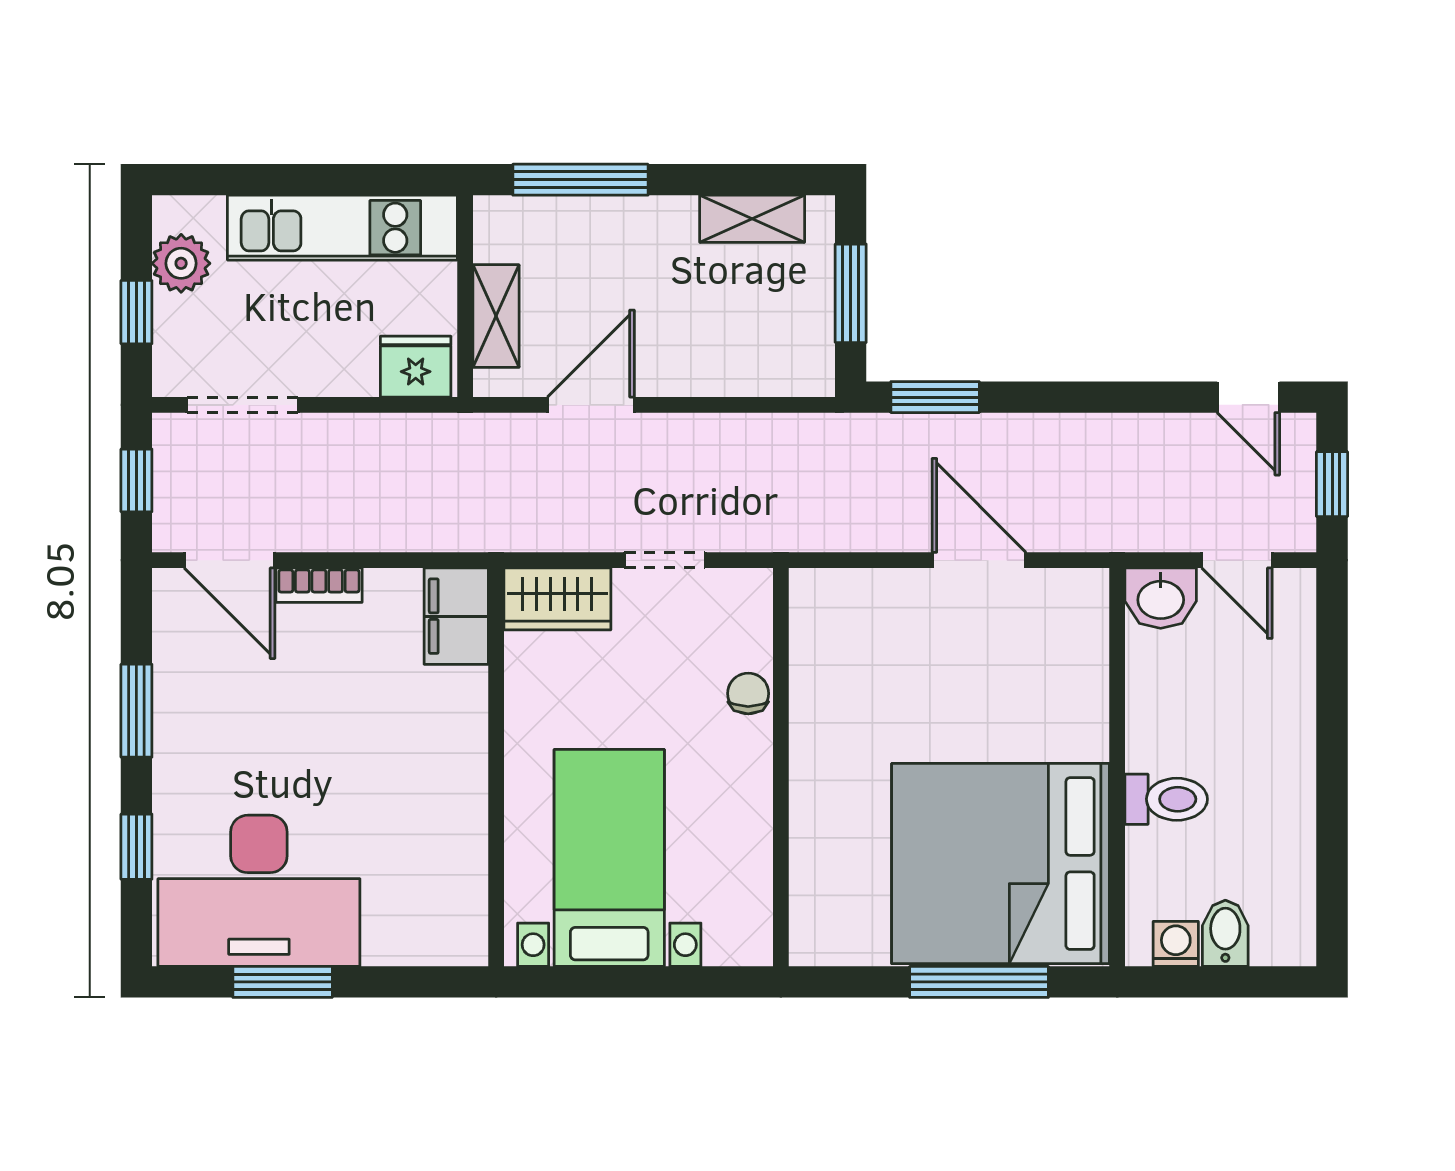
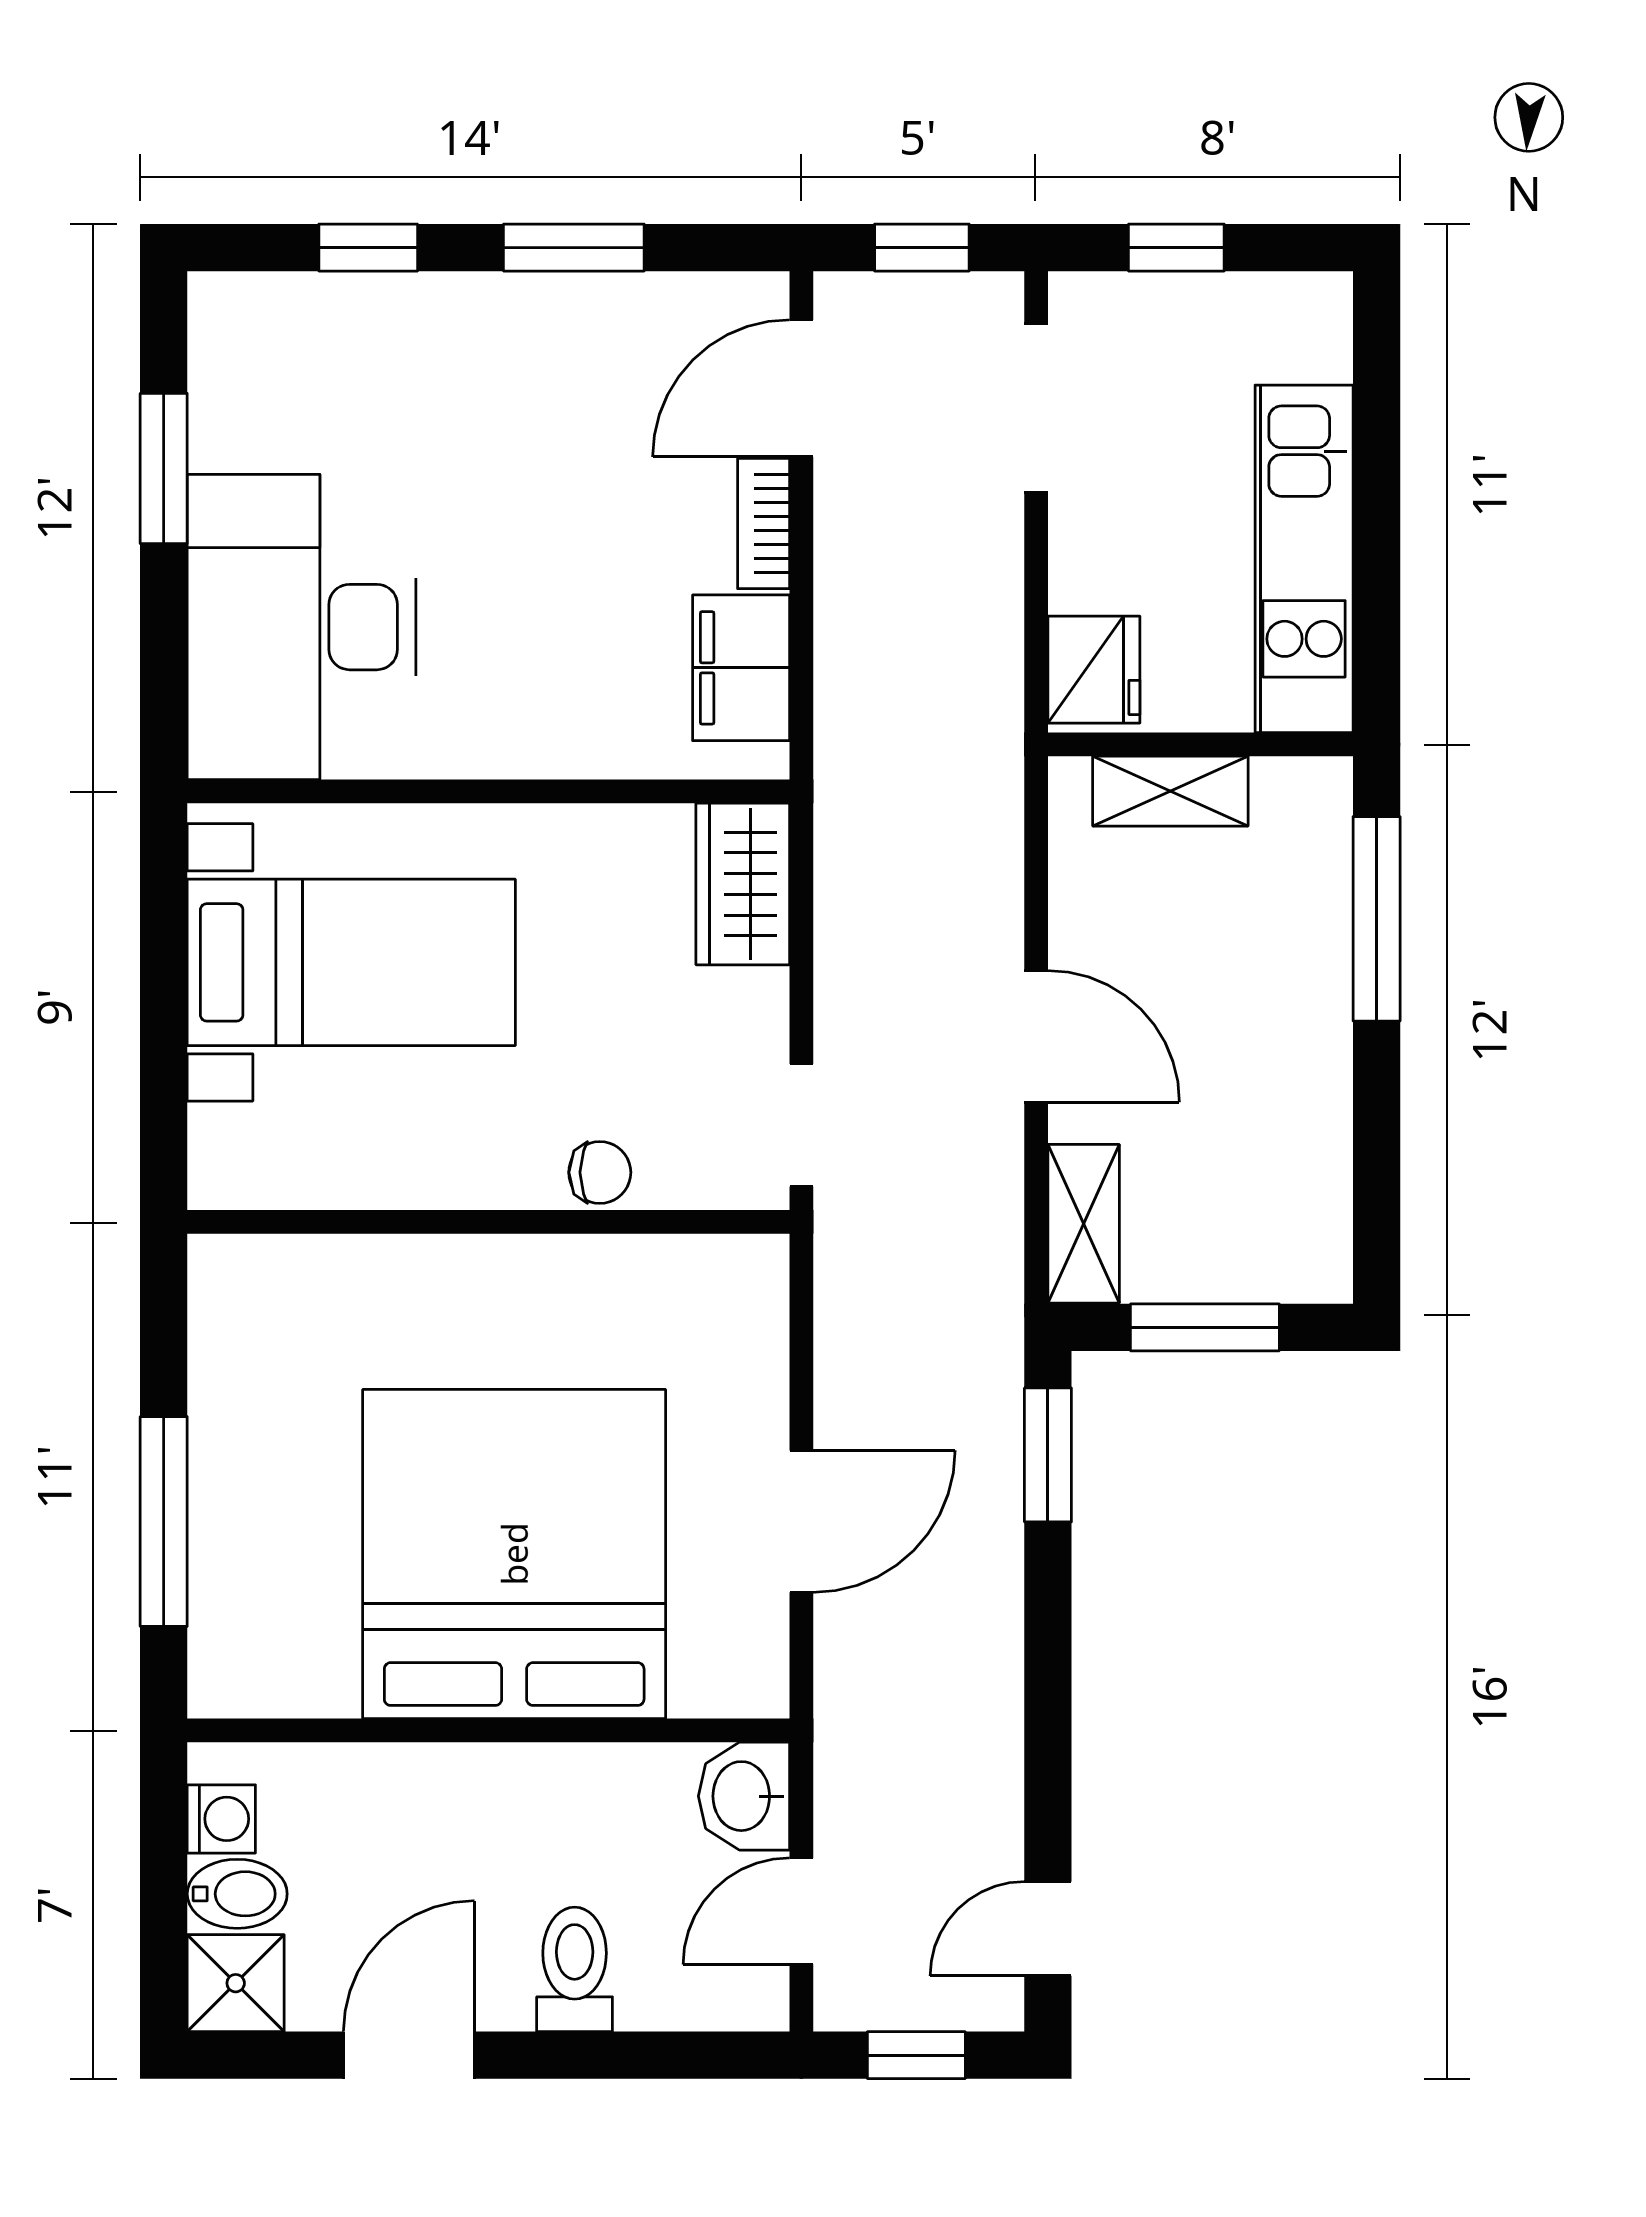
shelving: (752, 219) -> (1084, 1224), moved
plant: (181, 263) -> (1250, 315), removed
door: (591, 405) -> (1036, 1036), moved
doorway: (665, 560) -> (801, 1125), moved
filing cabinet: (456, 616) -> (741, 668), moved, turned -90
toilet: (1166, 799) -> (575, 1969), moved, turned 180
door: (1332, 820) -> (409, 2055), added
bed: (1001, 864) -> (514, 1554), moved
desk: (259, 891) -> (301, 627), moved
shower: (1284, 934) -> (236, 1983), added

